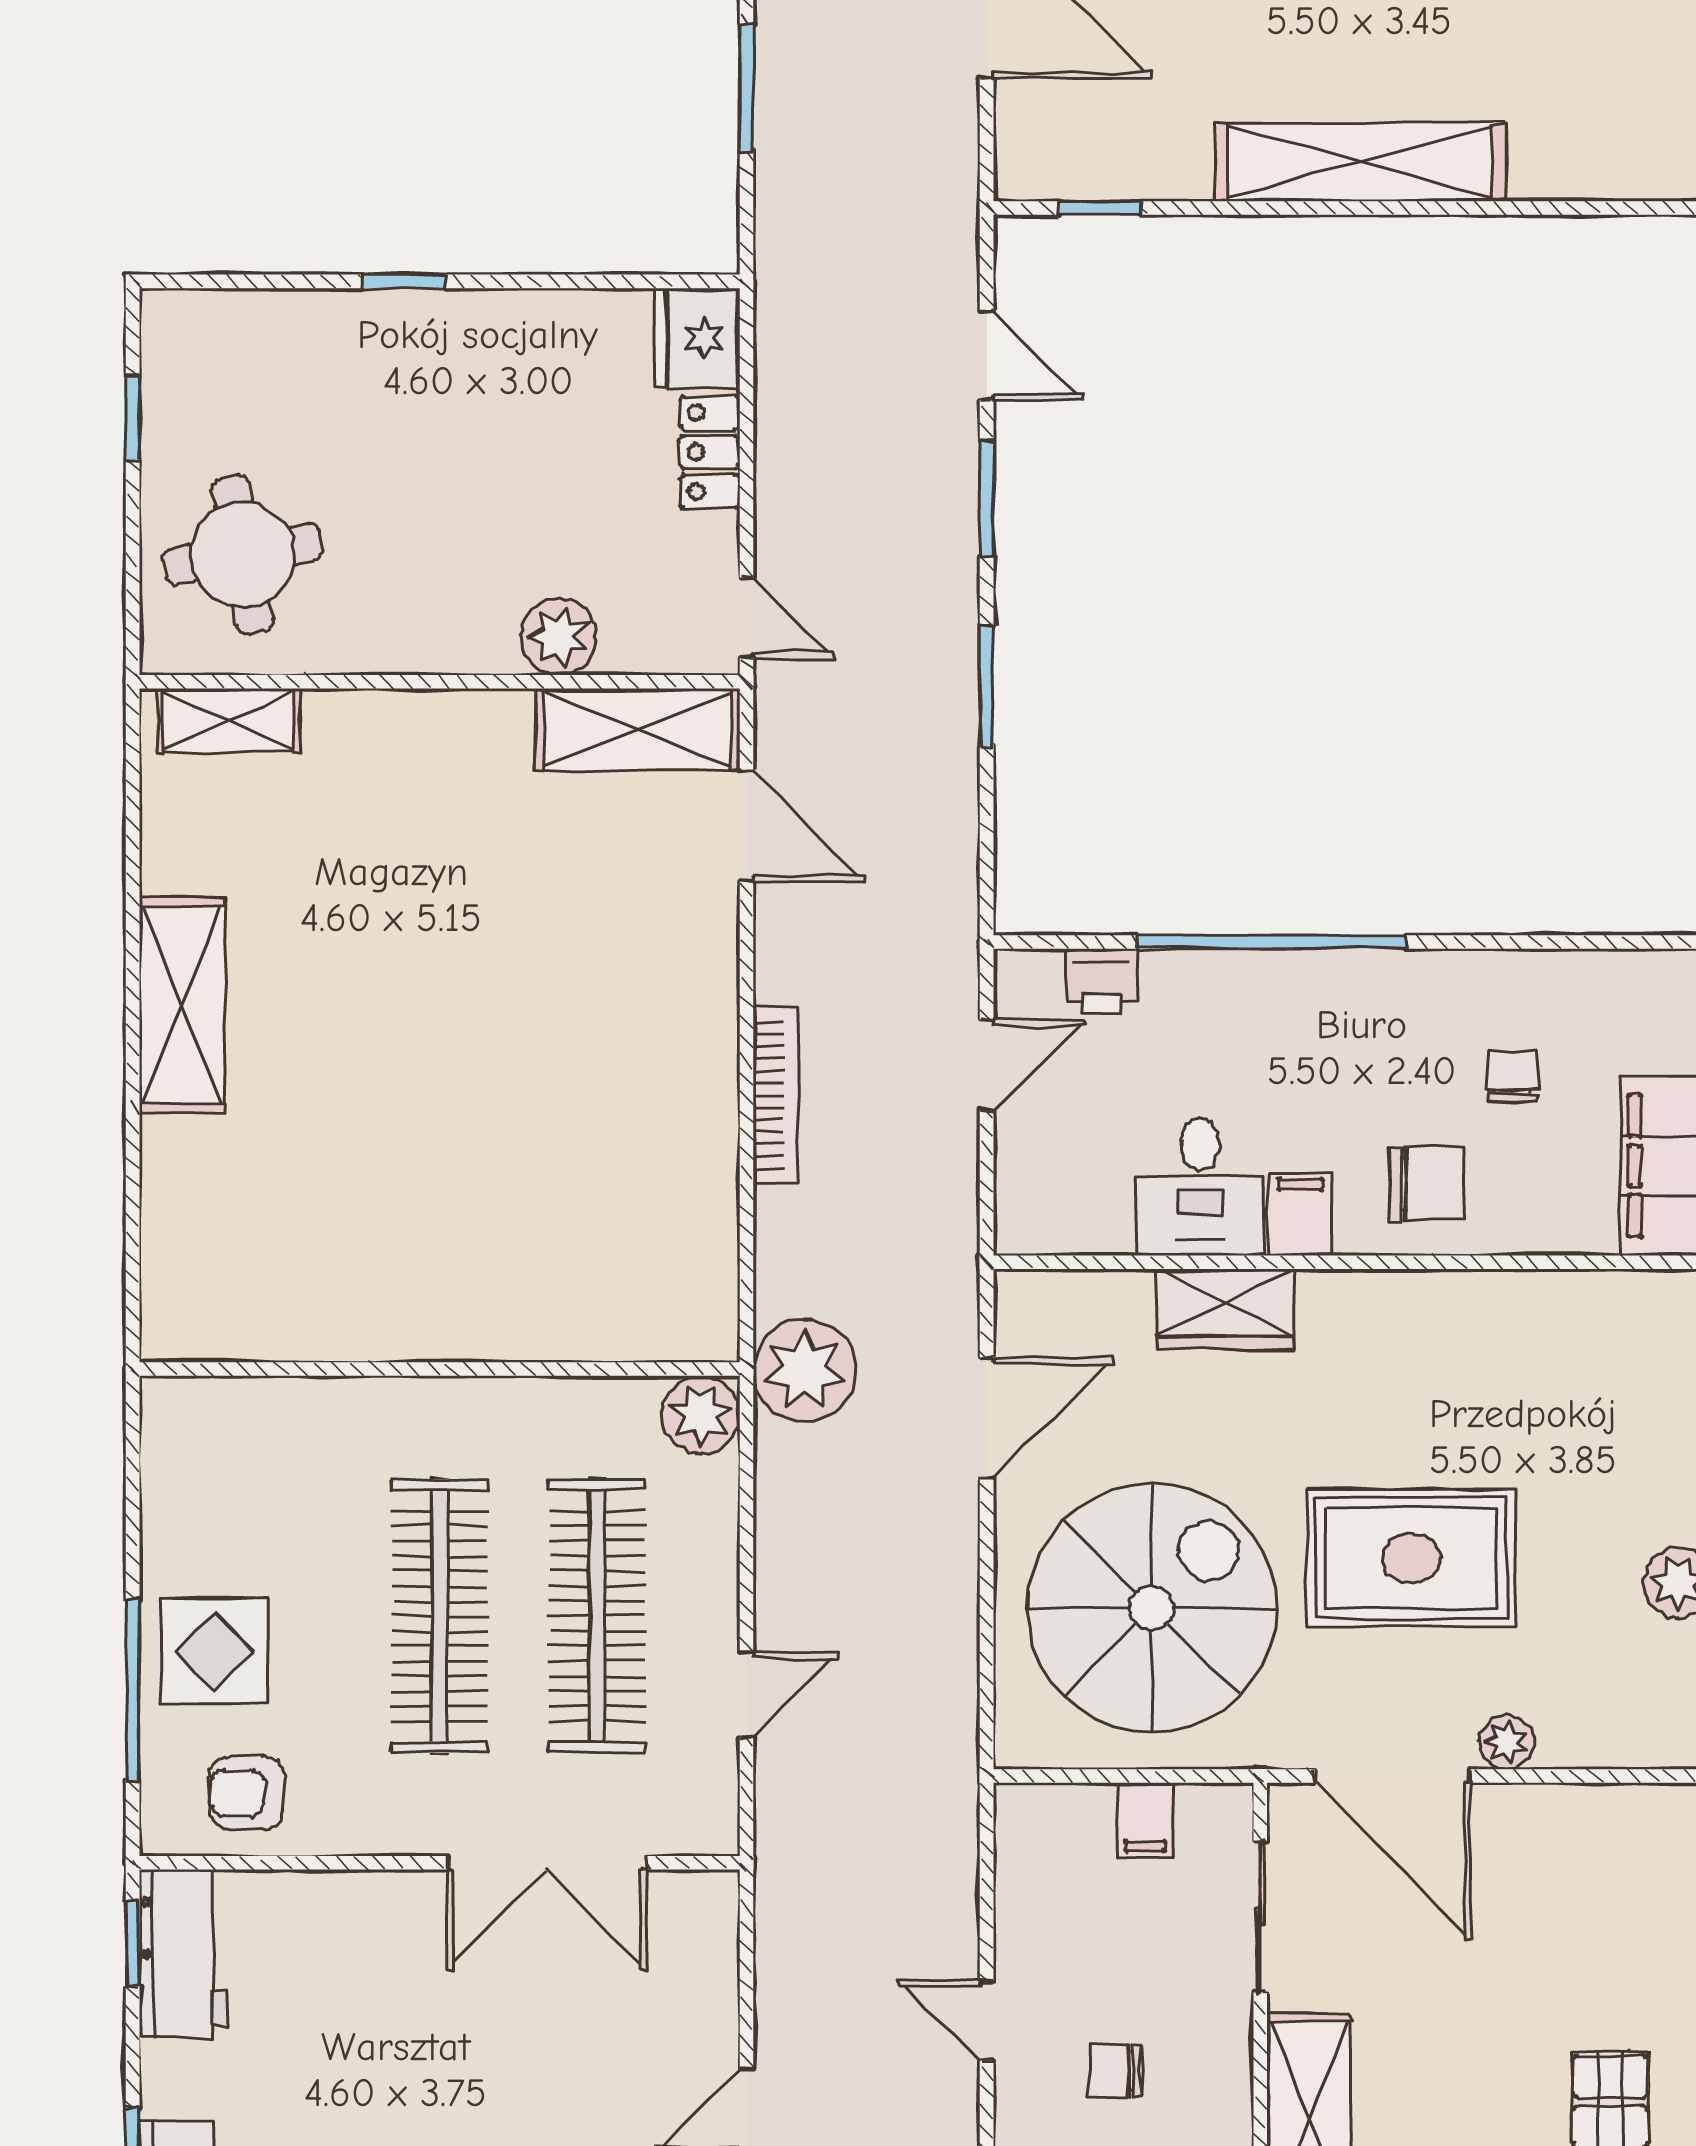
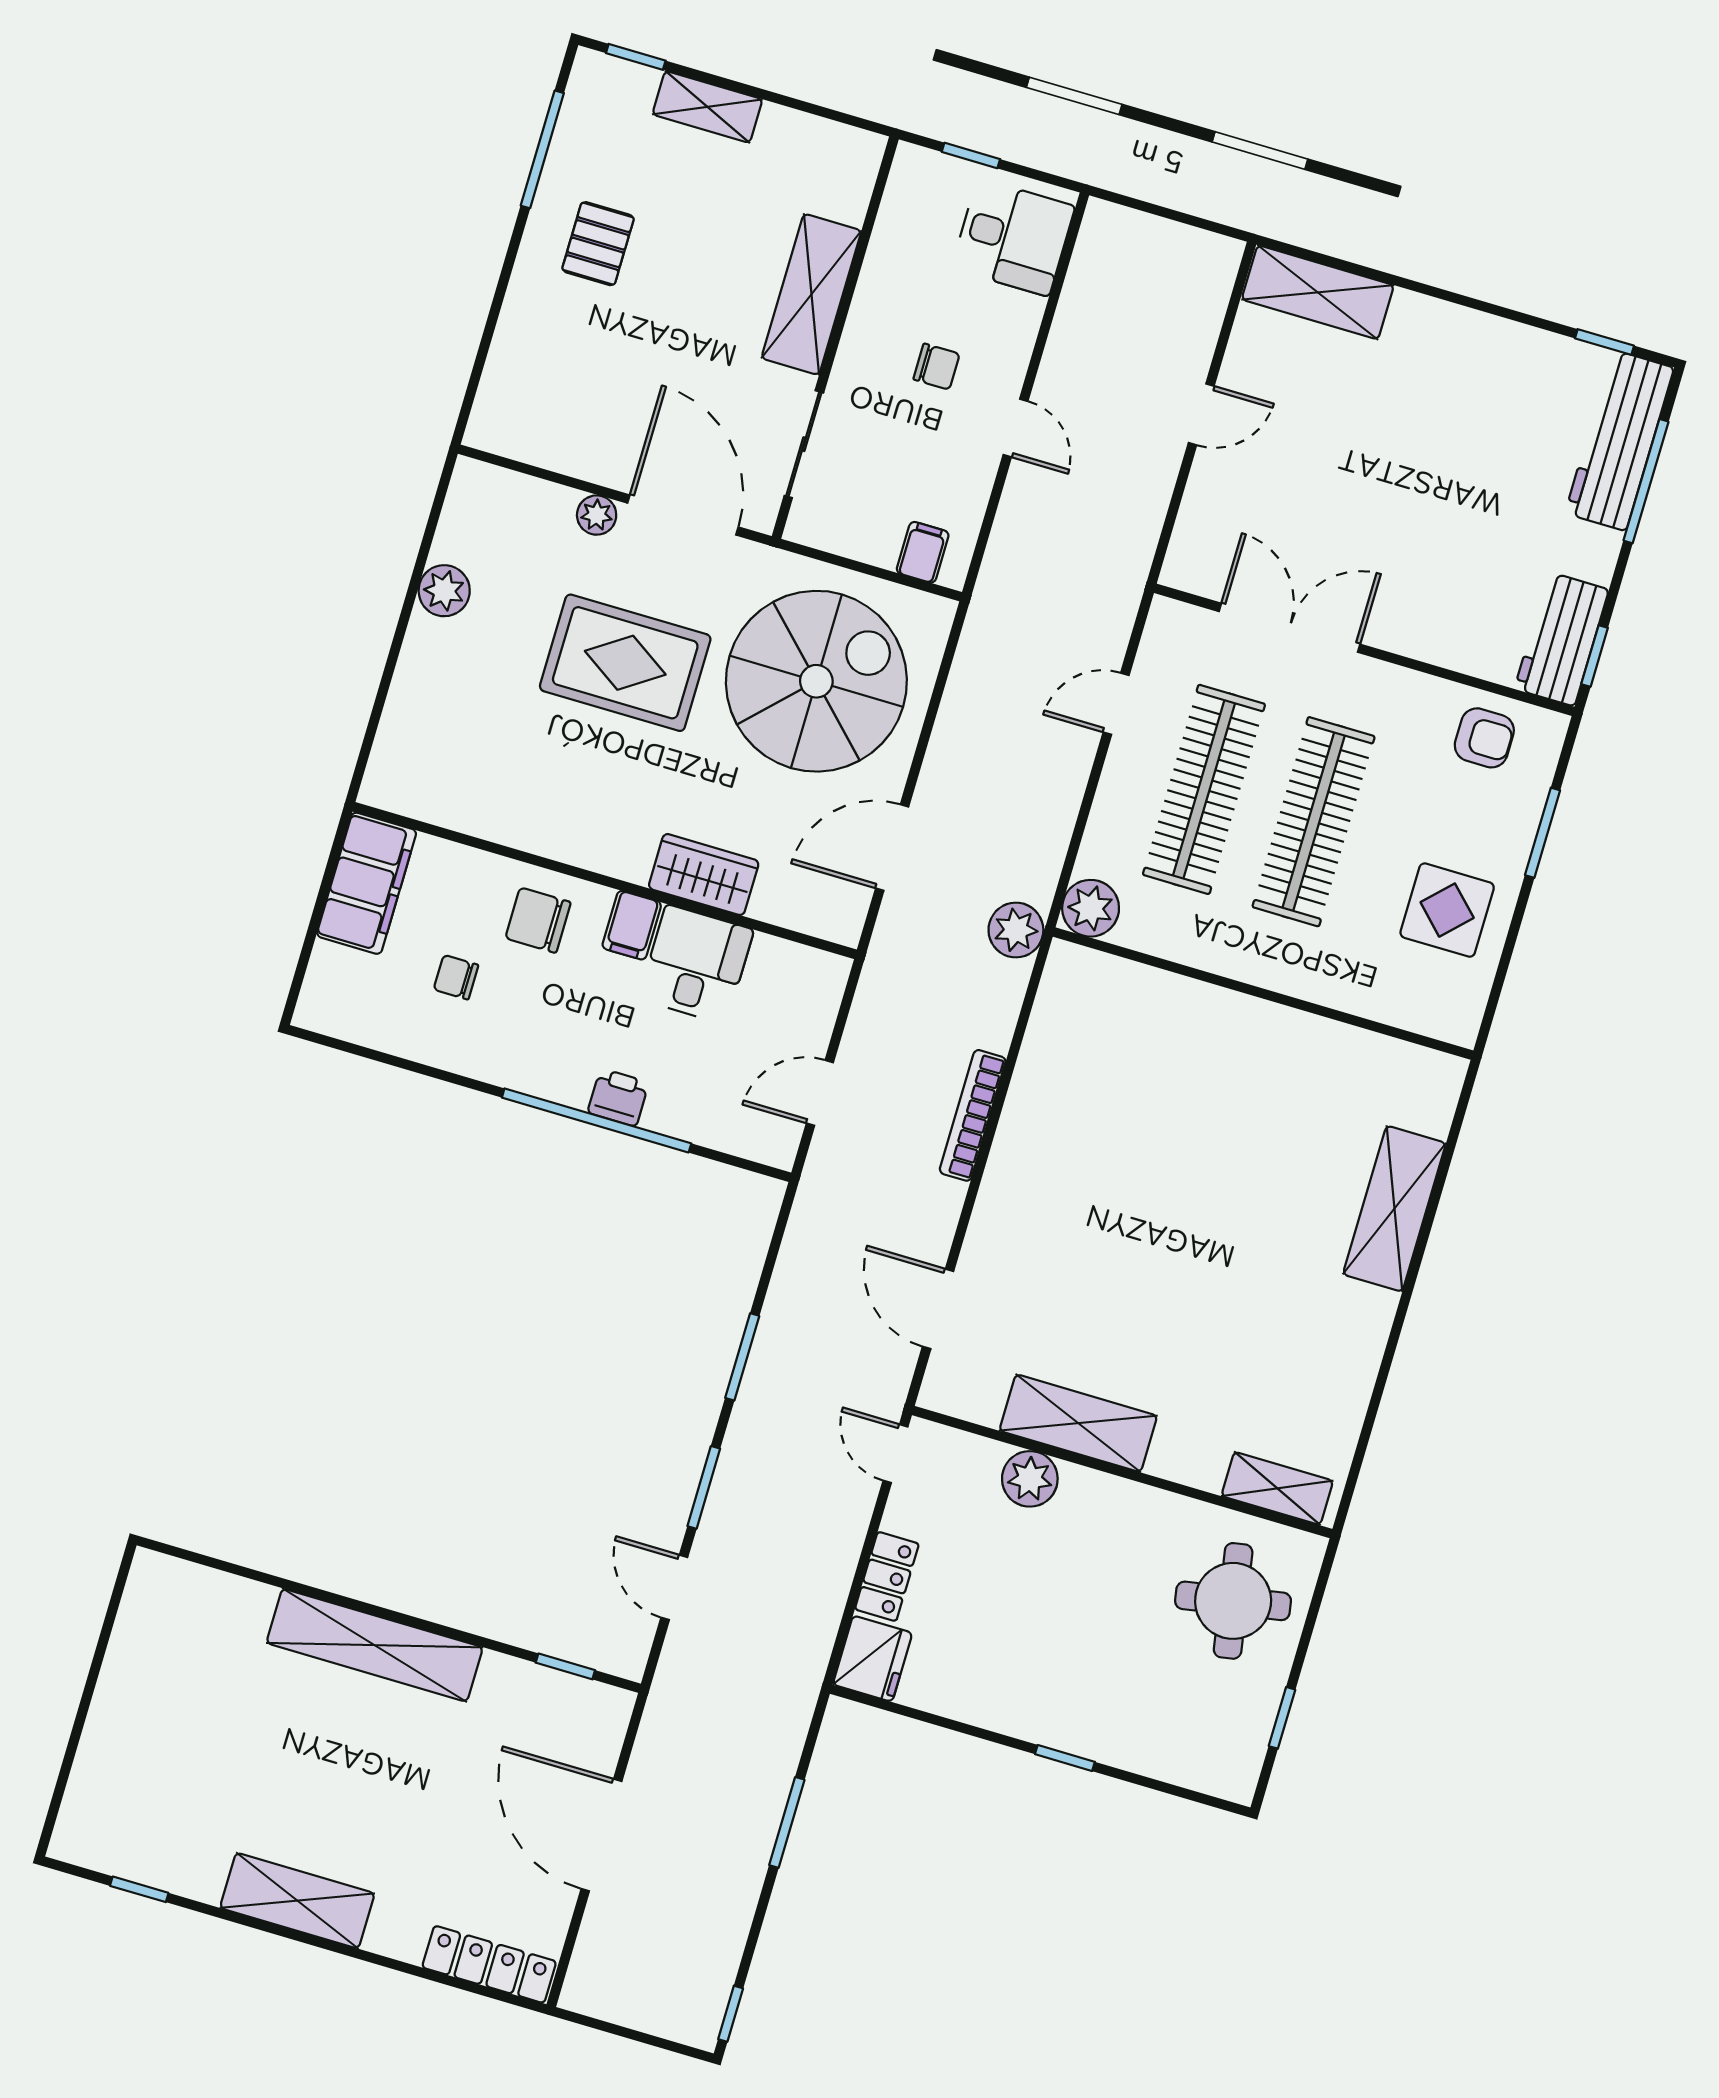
shelving: (638, 729) -> (1078, 1423), moved
printer: (1102, 981) -> (618, 1097), moved
shelving: (182, 1005) -> (1394, 1209), moved
chair: (1513, 1077) -> (456, 977), turned 90
plant: (805, 1371) -> (1016, 930), width x0.73, depth x0.73
spiral stairs: (1151, 1608) -> (816, 681), turned 180
display table: (214, 1651) -> (1447, 910), moved
window: (133, 1690) -> (1543, 833), width x0.69
filing cabinet: (1145, 1820) -> (923, 552), moved

